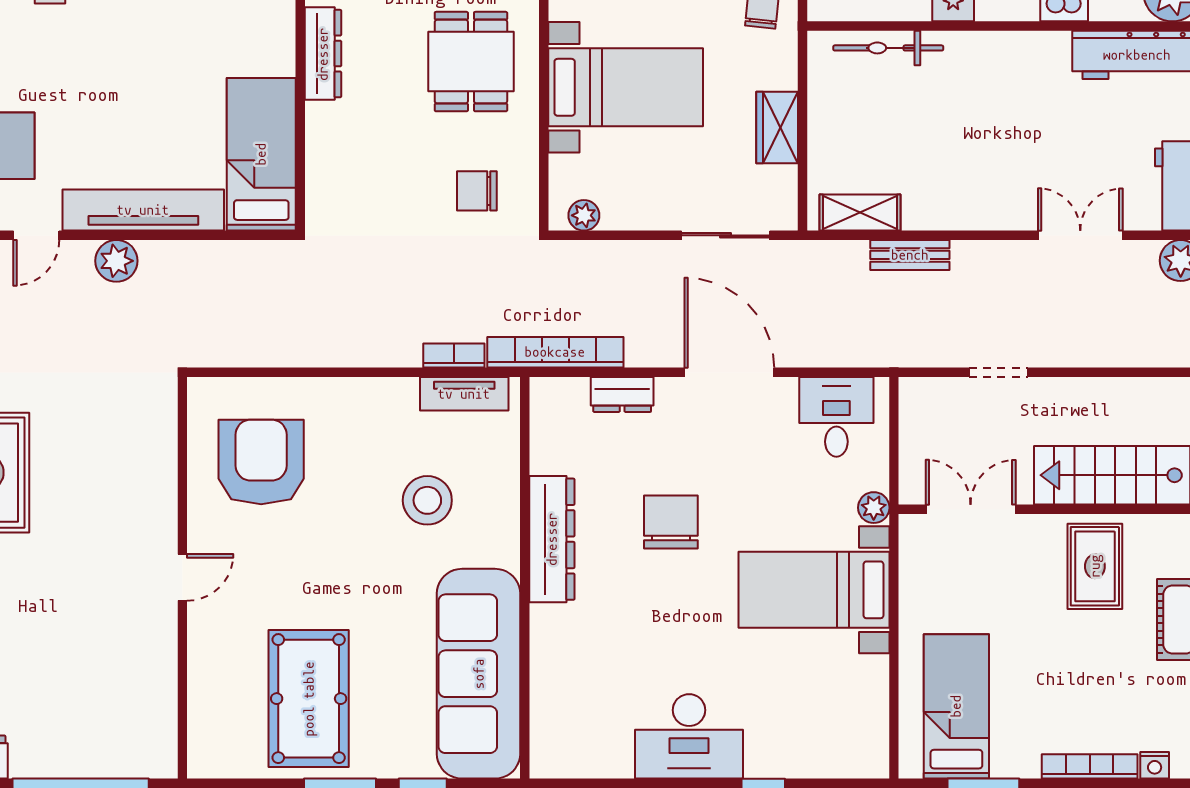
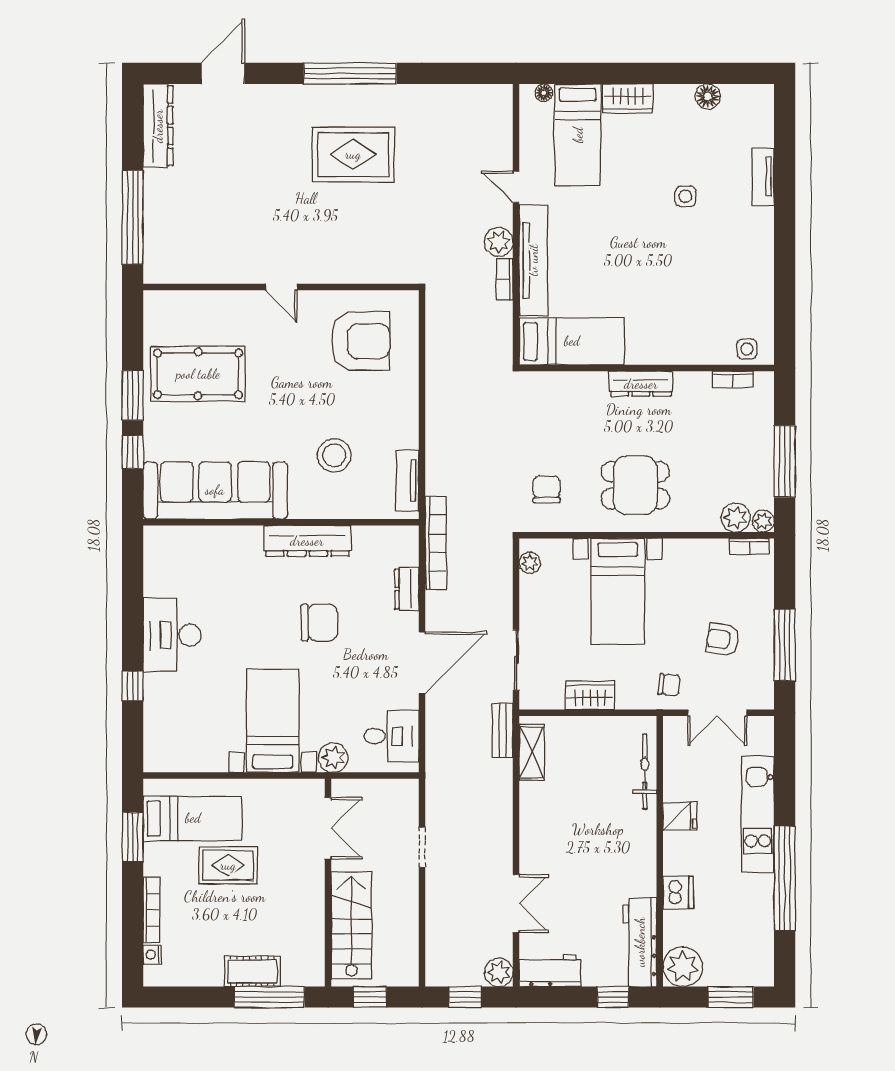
bench: (910, 255) -> (503, 730), moved
bookcase: (454, 356) -> (505, 279), moved, turned 180
plant: (874, 508) -> (333, 758), width x1.38, depth x1.38
rug: (1095, 566) -> (228, 865), moved

